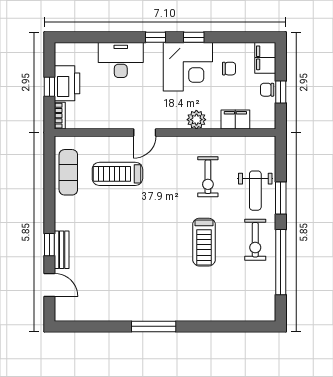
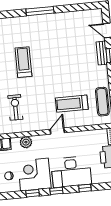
window: (109, 37) -> (85, 188), added
desk: (121, 60) -> (71, 172), width x1.36, depth x1.30
treadmill: (117, 174) -> (72, 104), turned 180
treadmill: (204, 242) -> (23, 62), moved

